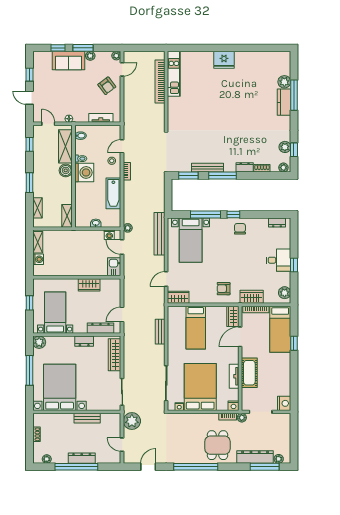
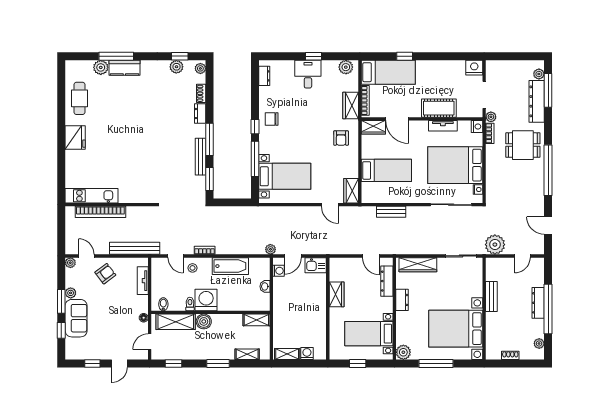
cafe table: (258, 64) -> (79, 98), added
bench: (160, 234) -> (135, 248), moved

